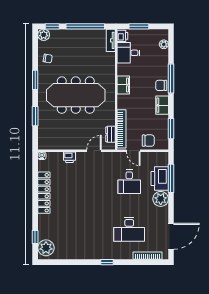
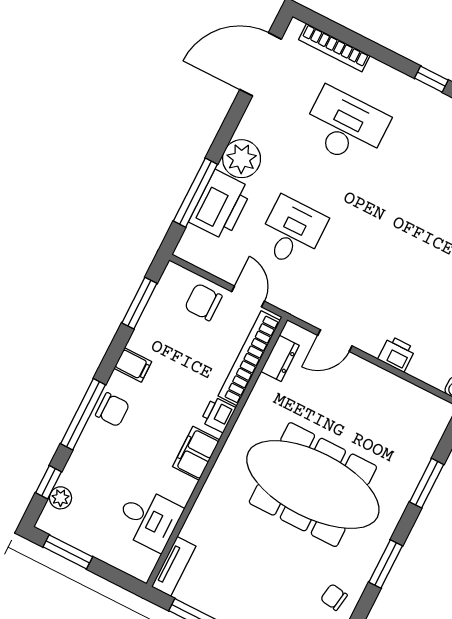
window: (139, 26) -> (68, 552), moved
printer: (122, 36) -> (218, 415), moved
window: (171, 48) -> (48, 482), added
filing cabinet: (162, 105) -> (133, 365), width x0.50

